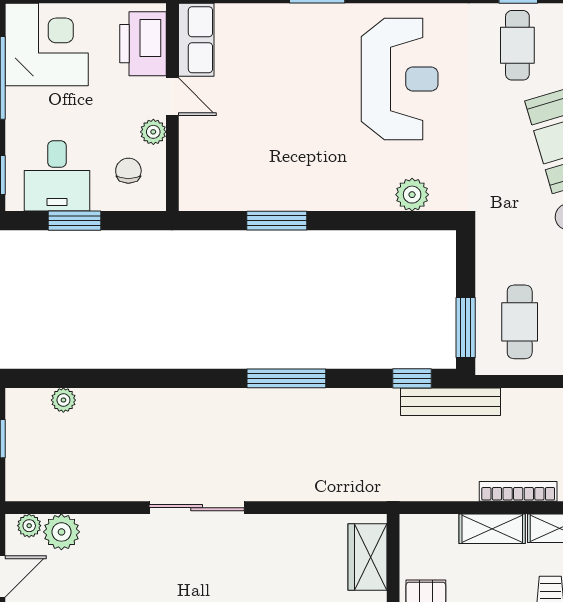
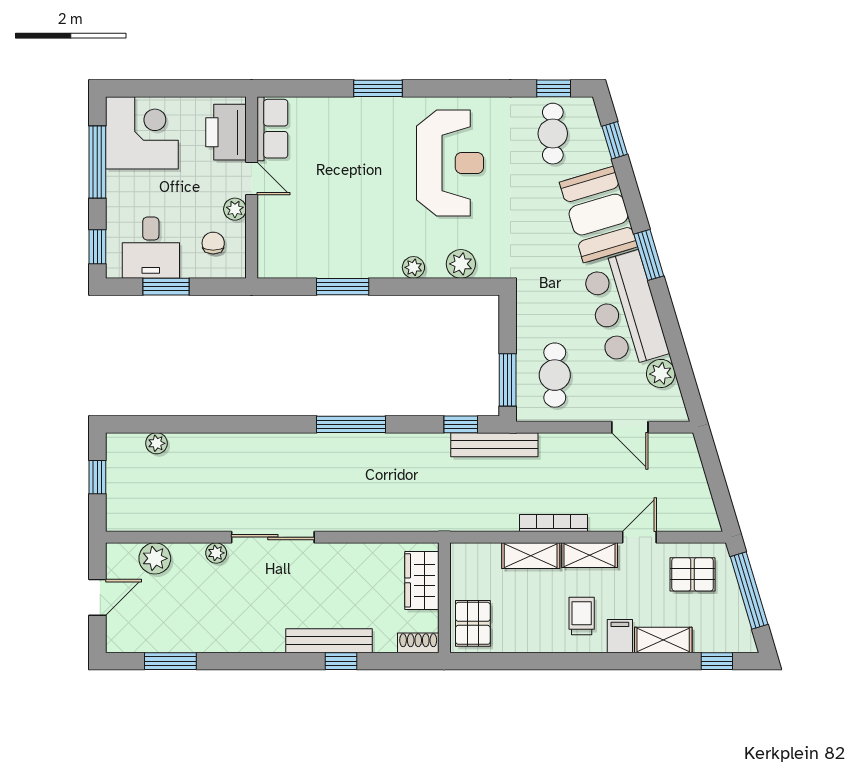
plant: (358, 199) -> (413, 267), added
plant: (29, 526) -> (216, 553), moved

